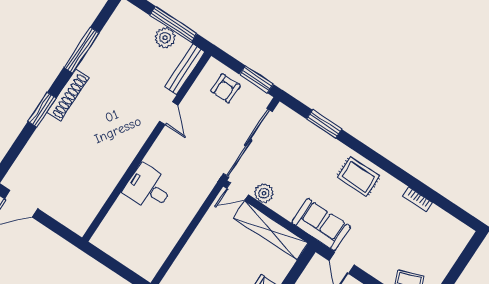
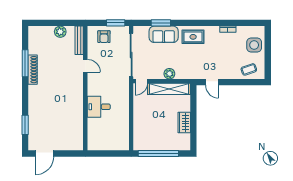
window: (173, 24) -> (60, 23), removed
shoe rack: (68, 95) -> (33, 70), moved
window: (42, 110) -> (25, 125), moved
plant: (264, 193) -> (169, 74), moved
sofa: (321, 225) -> (164, 34), moved, turned 180
side table: (441, 249) -> (254, 45), added

